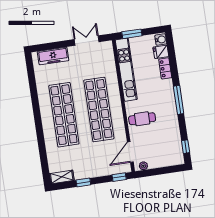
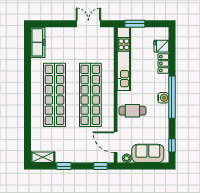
water cooler: (161, 40) -> (163, 98), moved
freezer: (53, 56) -> (38, 42), moved, turned -90
window: (179, 100) -> (172, 97), width x1.46
door: (130, 152) -> (116, 142), hinge flipped
sofa: (163, 158) -> (148, 153), added

